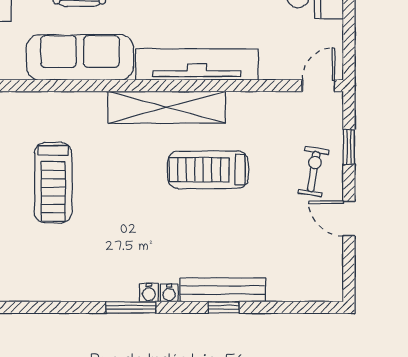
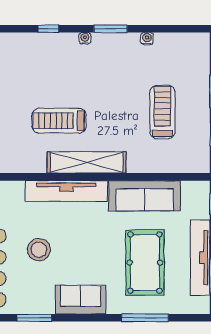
treadmill: (208, 170) -> (59, 121), turned 180
bench: (223, 290) -> (49, 40), removed
water cooler: (149, 293) -> (147, 39), moved

